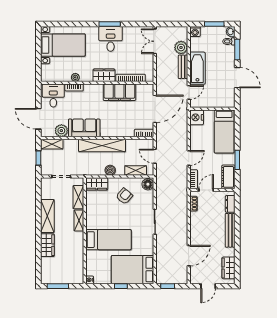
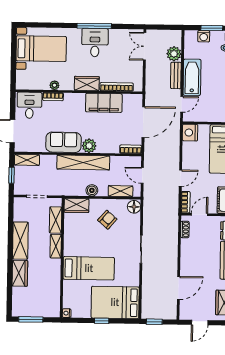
window: (110, 24) -> (94, 26), width x1.44
washing machine: (195, 31) -> (204, 36), moved
plant: (61, 131) -> (89, 146), moved

